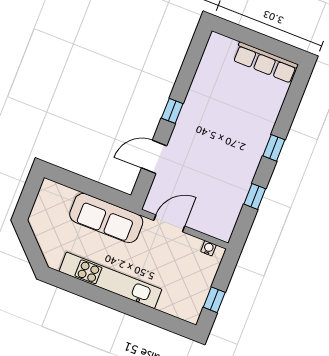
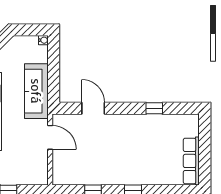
window: (172, 111) -> (154, 108), moved
water cooler: (208, 248) -> (43, 40), moved

